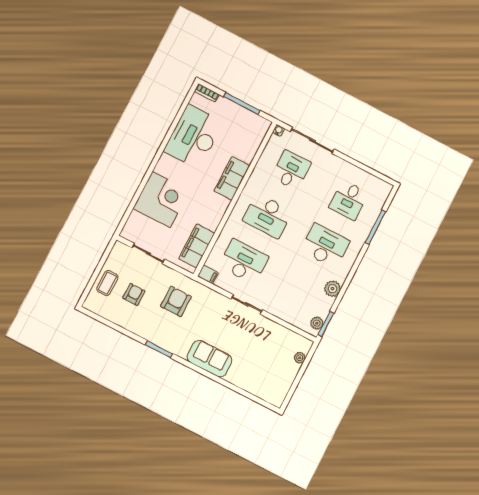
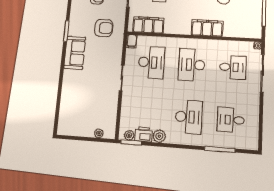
printer: (323, 306) -> (144, 134), added
sofa: (209, 359) -> (75, 53), moved

